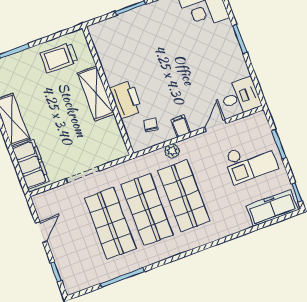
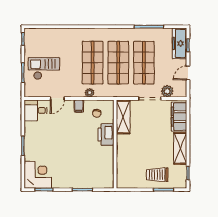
trolley: (59, 57) -> (157, 175), moved, turned 180
shelving: (96, 93) -> (123, 117), moved
plant: (61, 195) -> (167, 91), added
freezer: (272, 208) -> (179, 43), moved, turned 90

